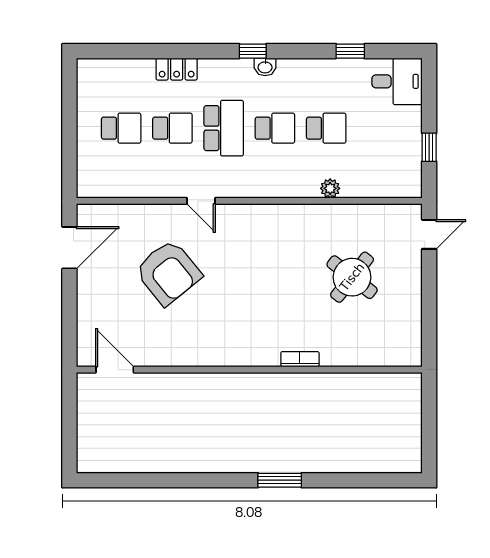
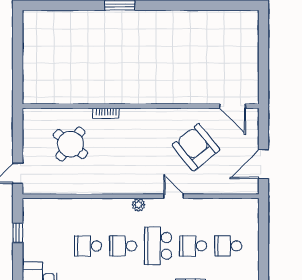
plant: (330, 188) -> (138, 205), moved
bookcase: (300, 359) -> (106, 113), moved
door: (115, 370) -> (233, 106), moved
wall: (249, 370) -> (141, 106), moved

